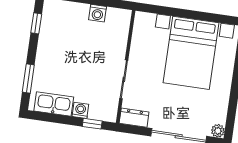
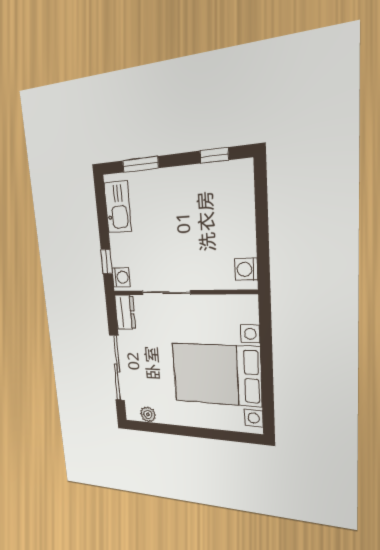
washing machine: (98, 13) -> (246, 269), moved
washing machine: (80, 110) -> (121, 277), moved
plant: (218, 131) -> (148, 414), moved

